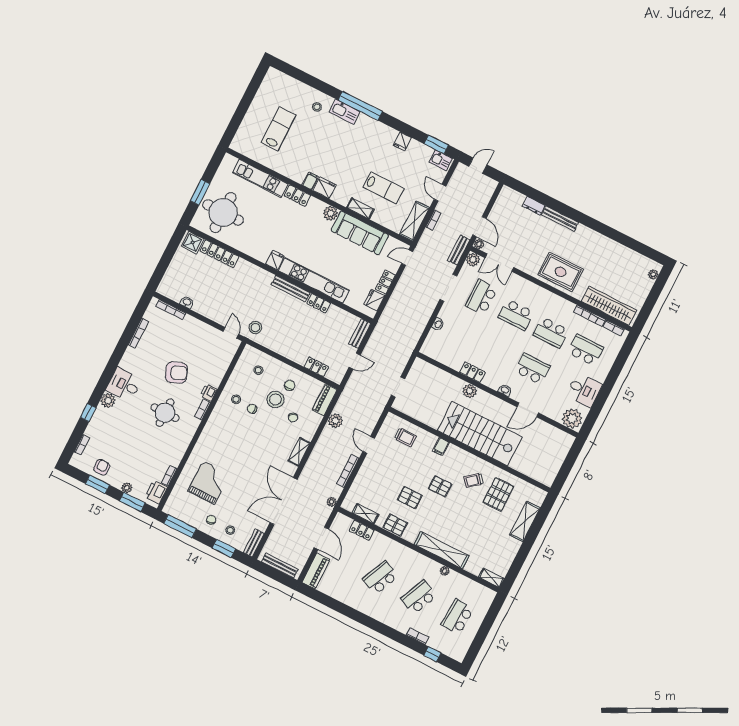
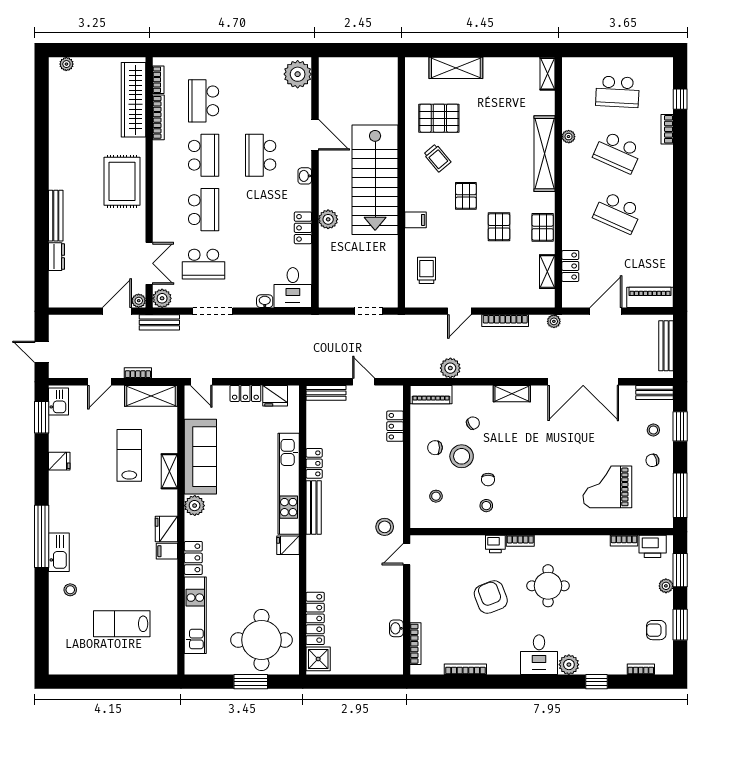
desk: (584, 390) -> (293, 288), moved, turned 180

